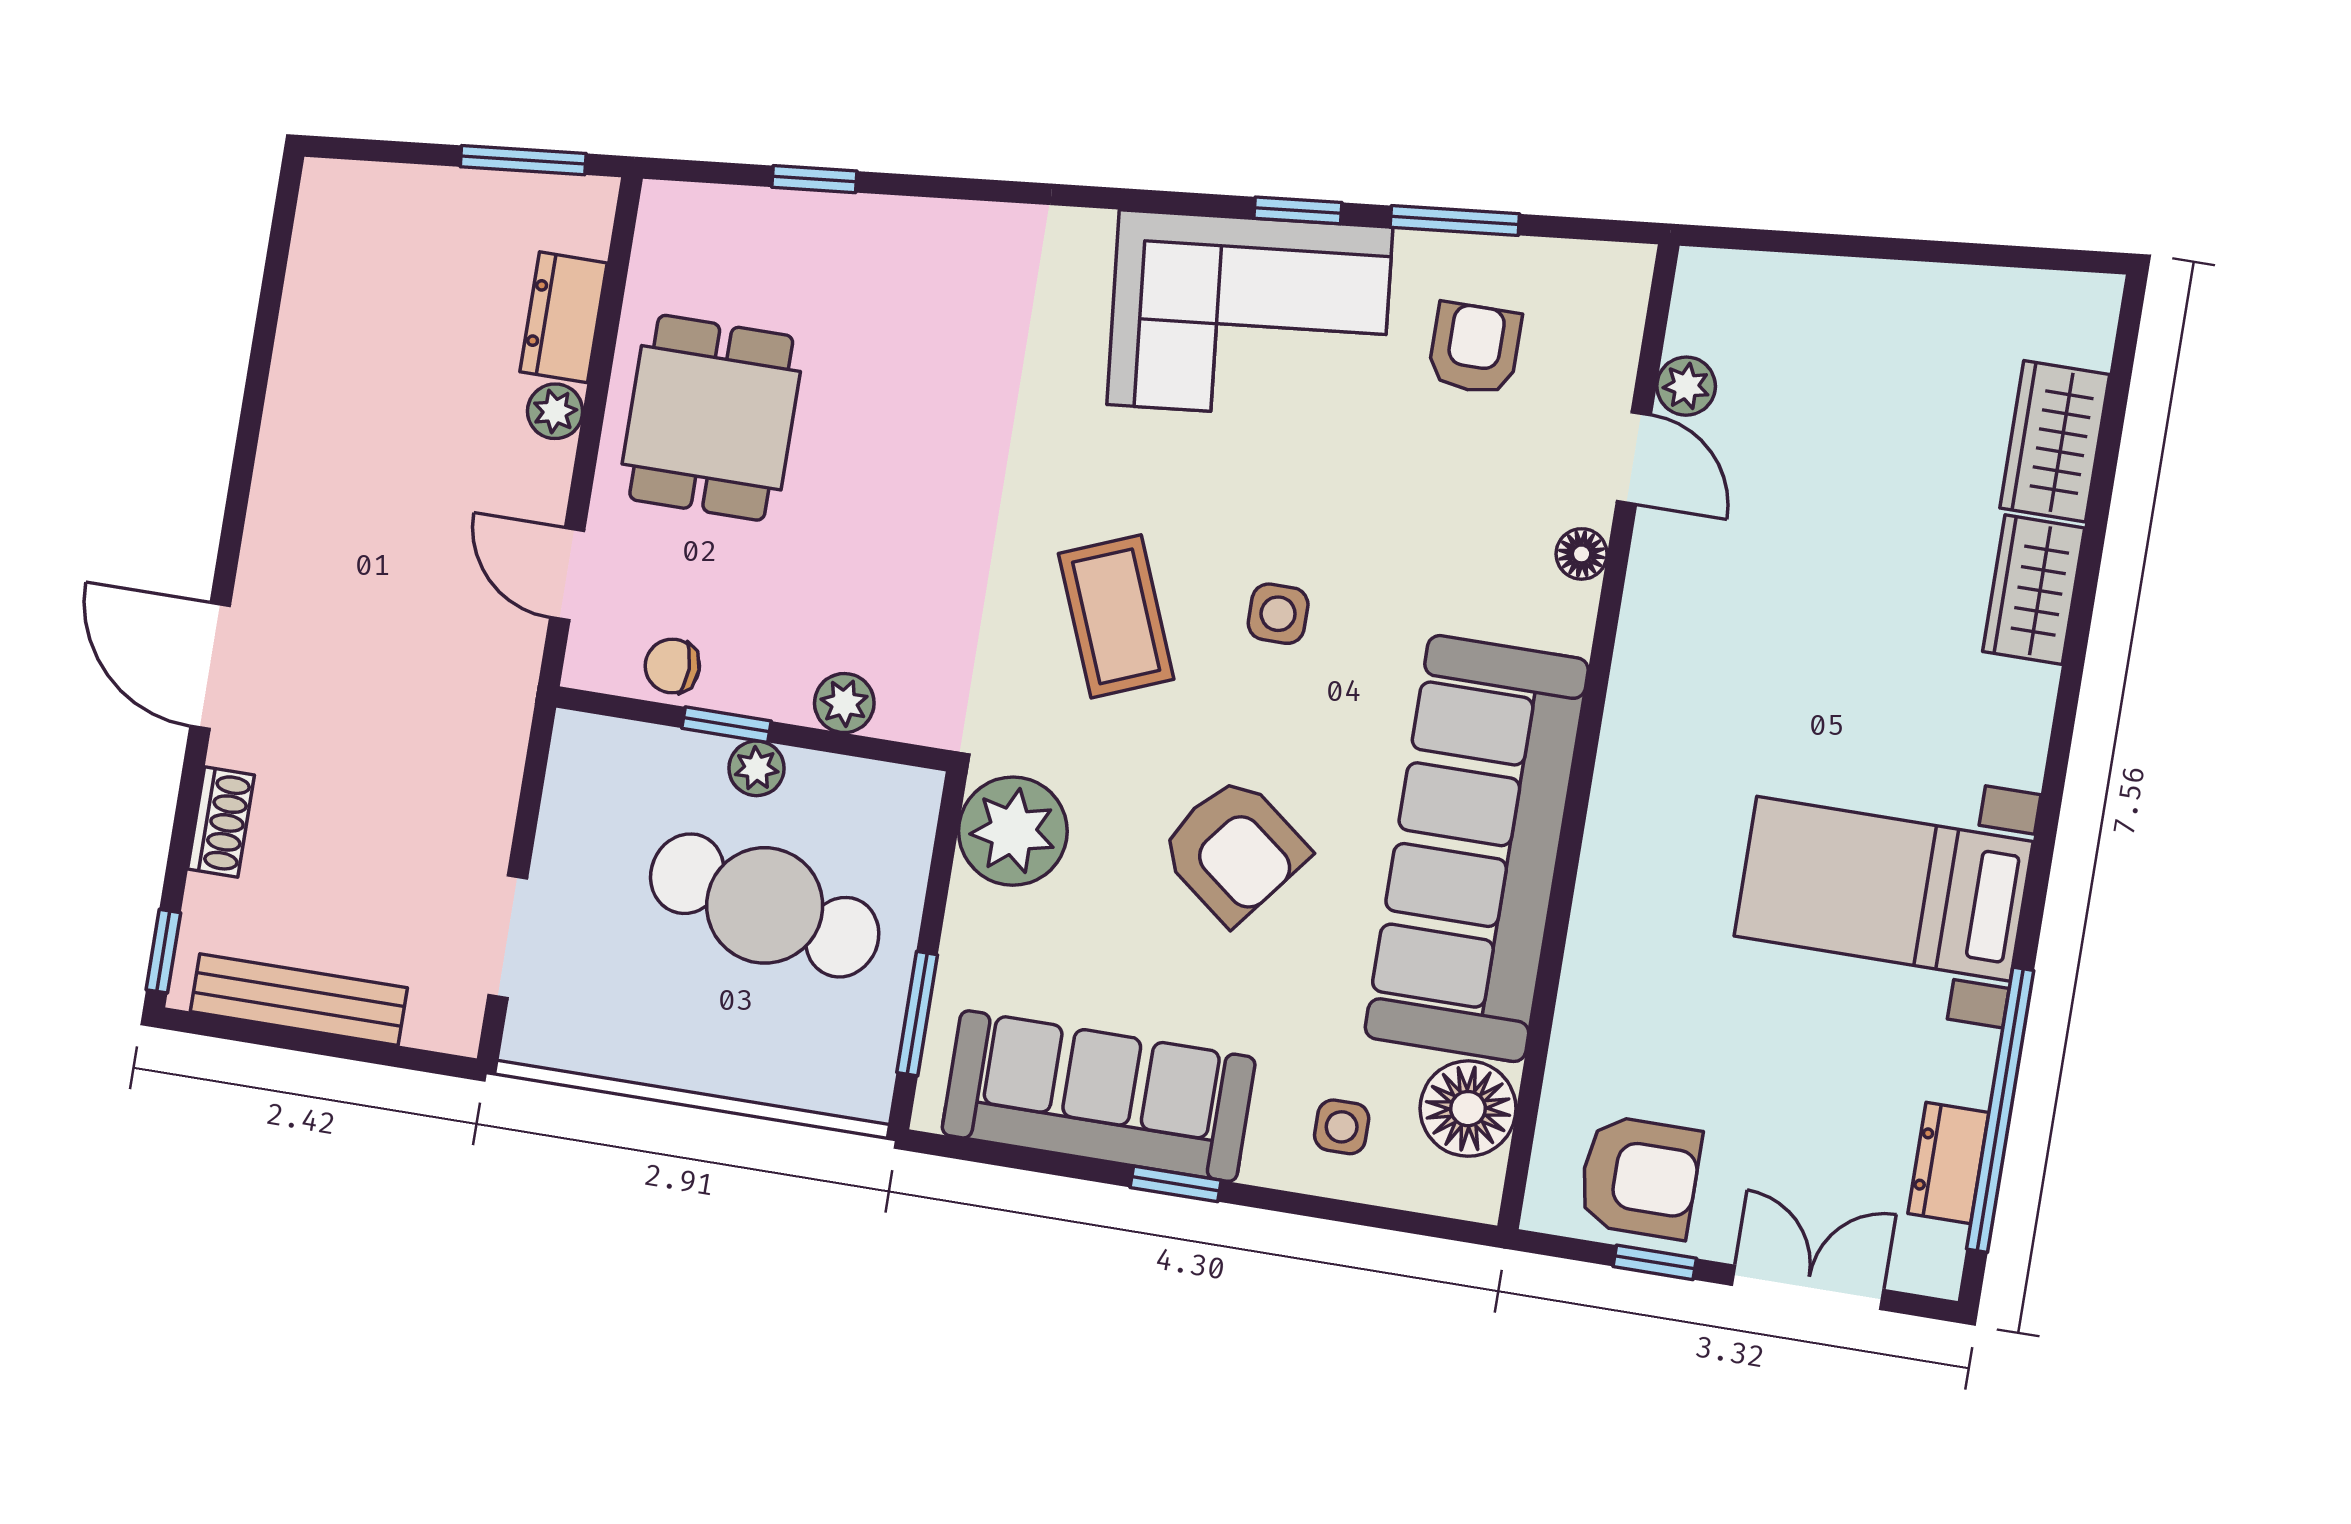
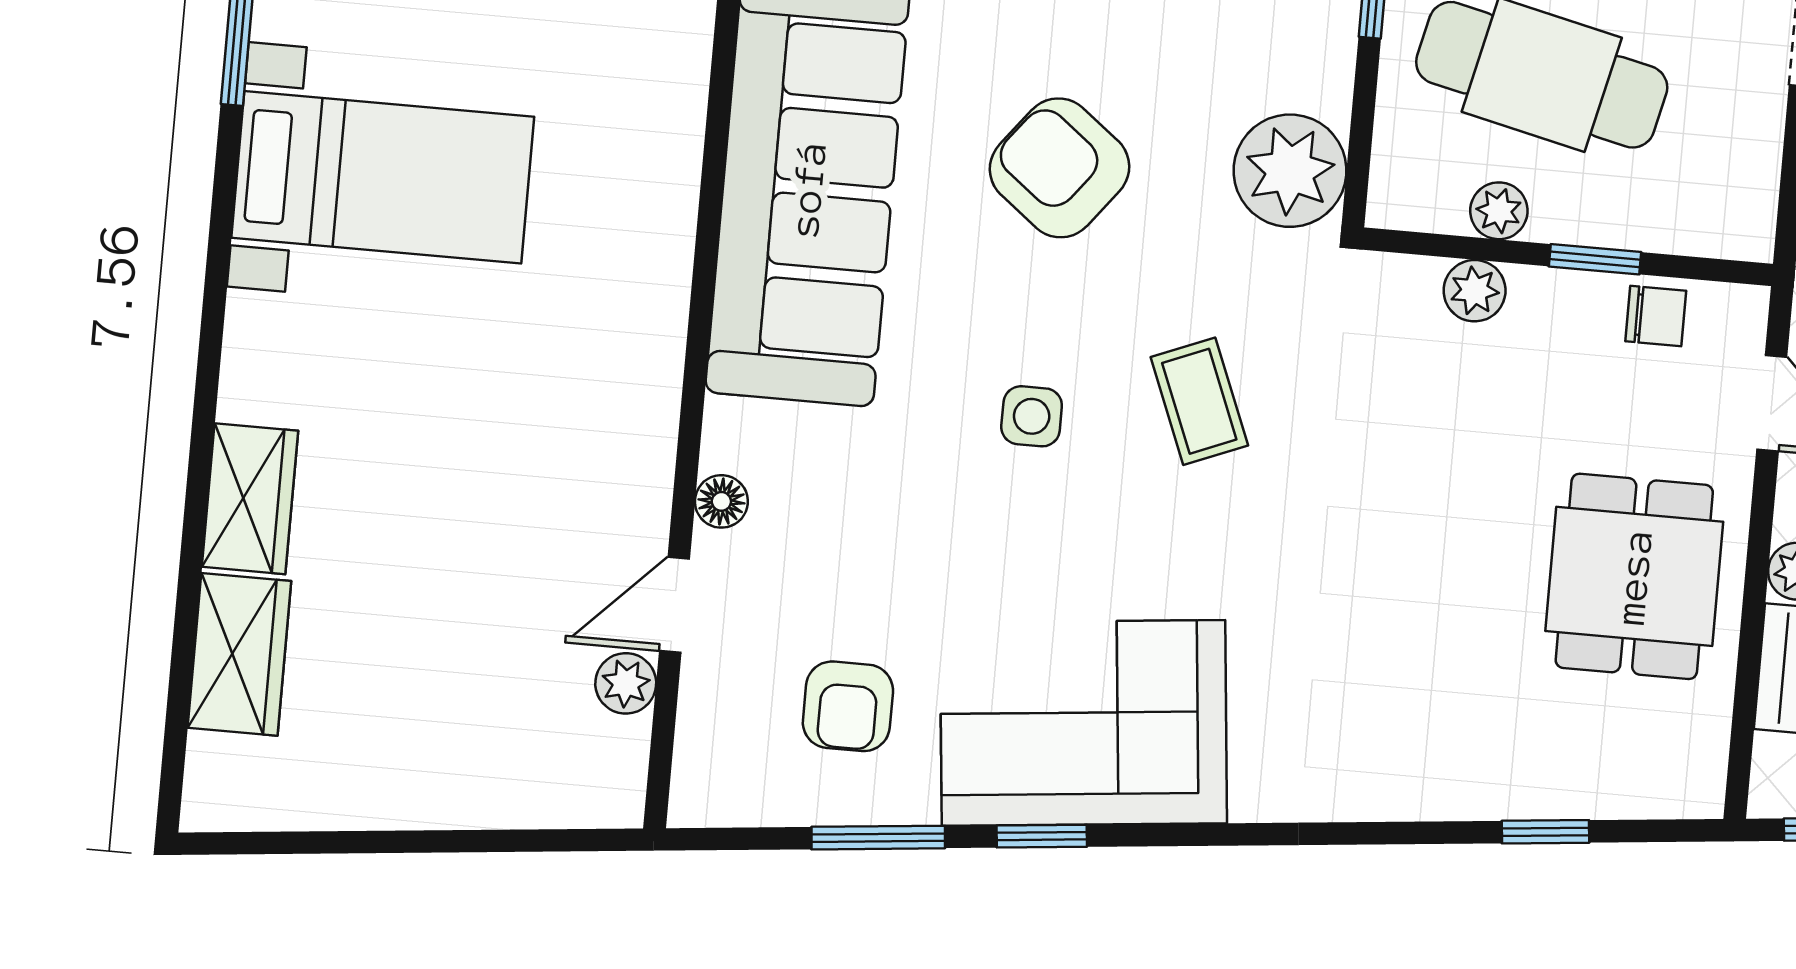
door: (1634, 458) -> (674, 605), hinge flipped
coffee table: (1116, 616) -> (1199, 401), width x0.73, depth x0.77
plant: (756, 768) -> (1499, 211), moved

